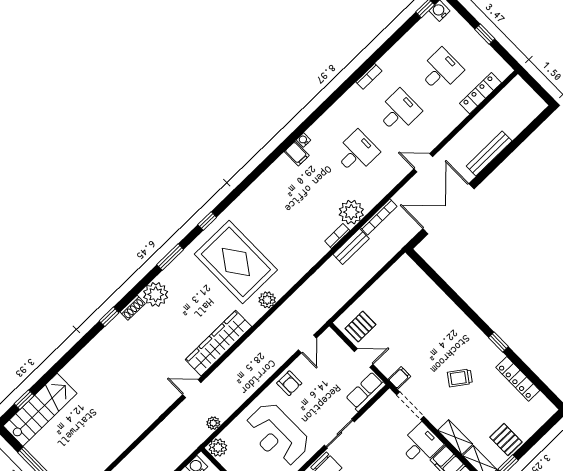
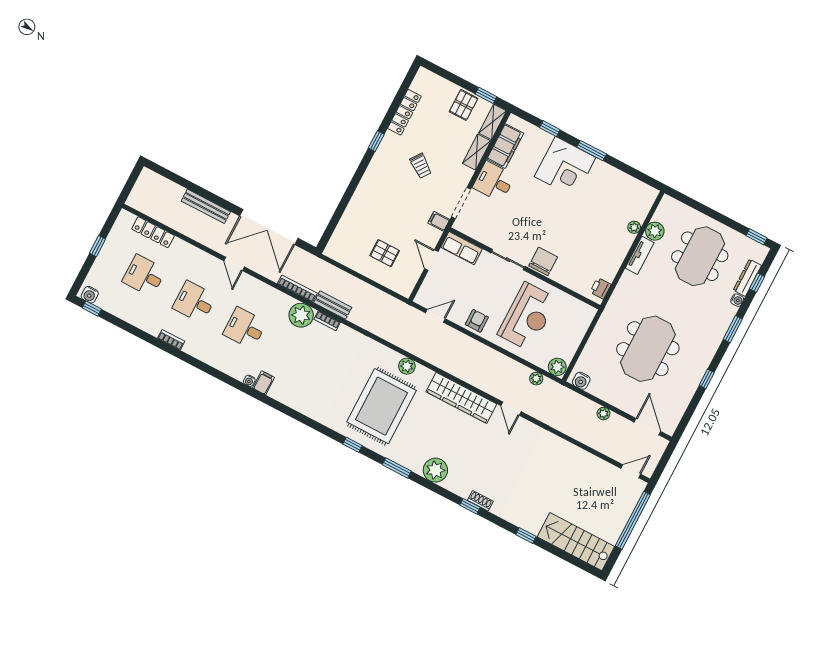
shoe rack: (133, 308) -> (480, 501), moved
pallet: (360, 327) -> (385, 253), moved
window: (24, 400) -> (526, 535), moved

